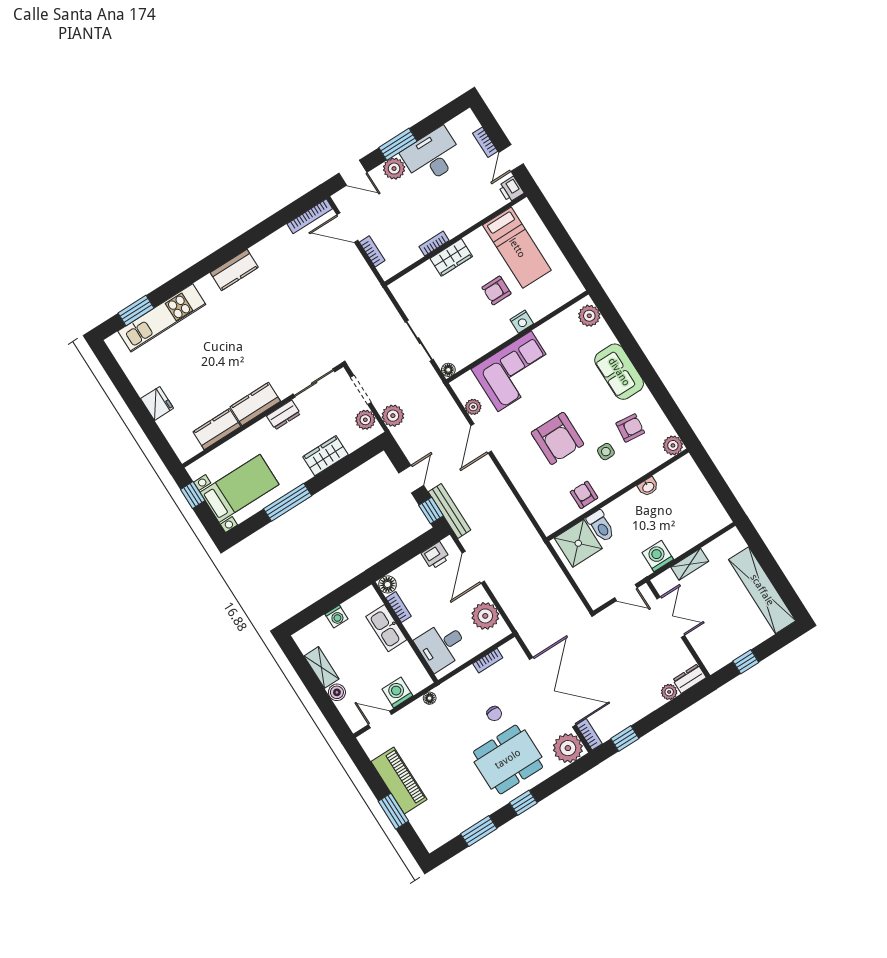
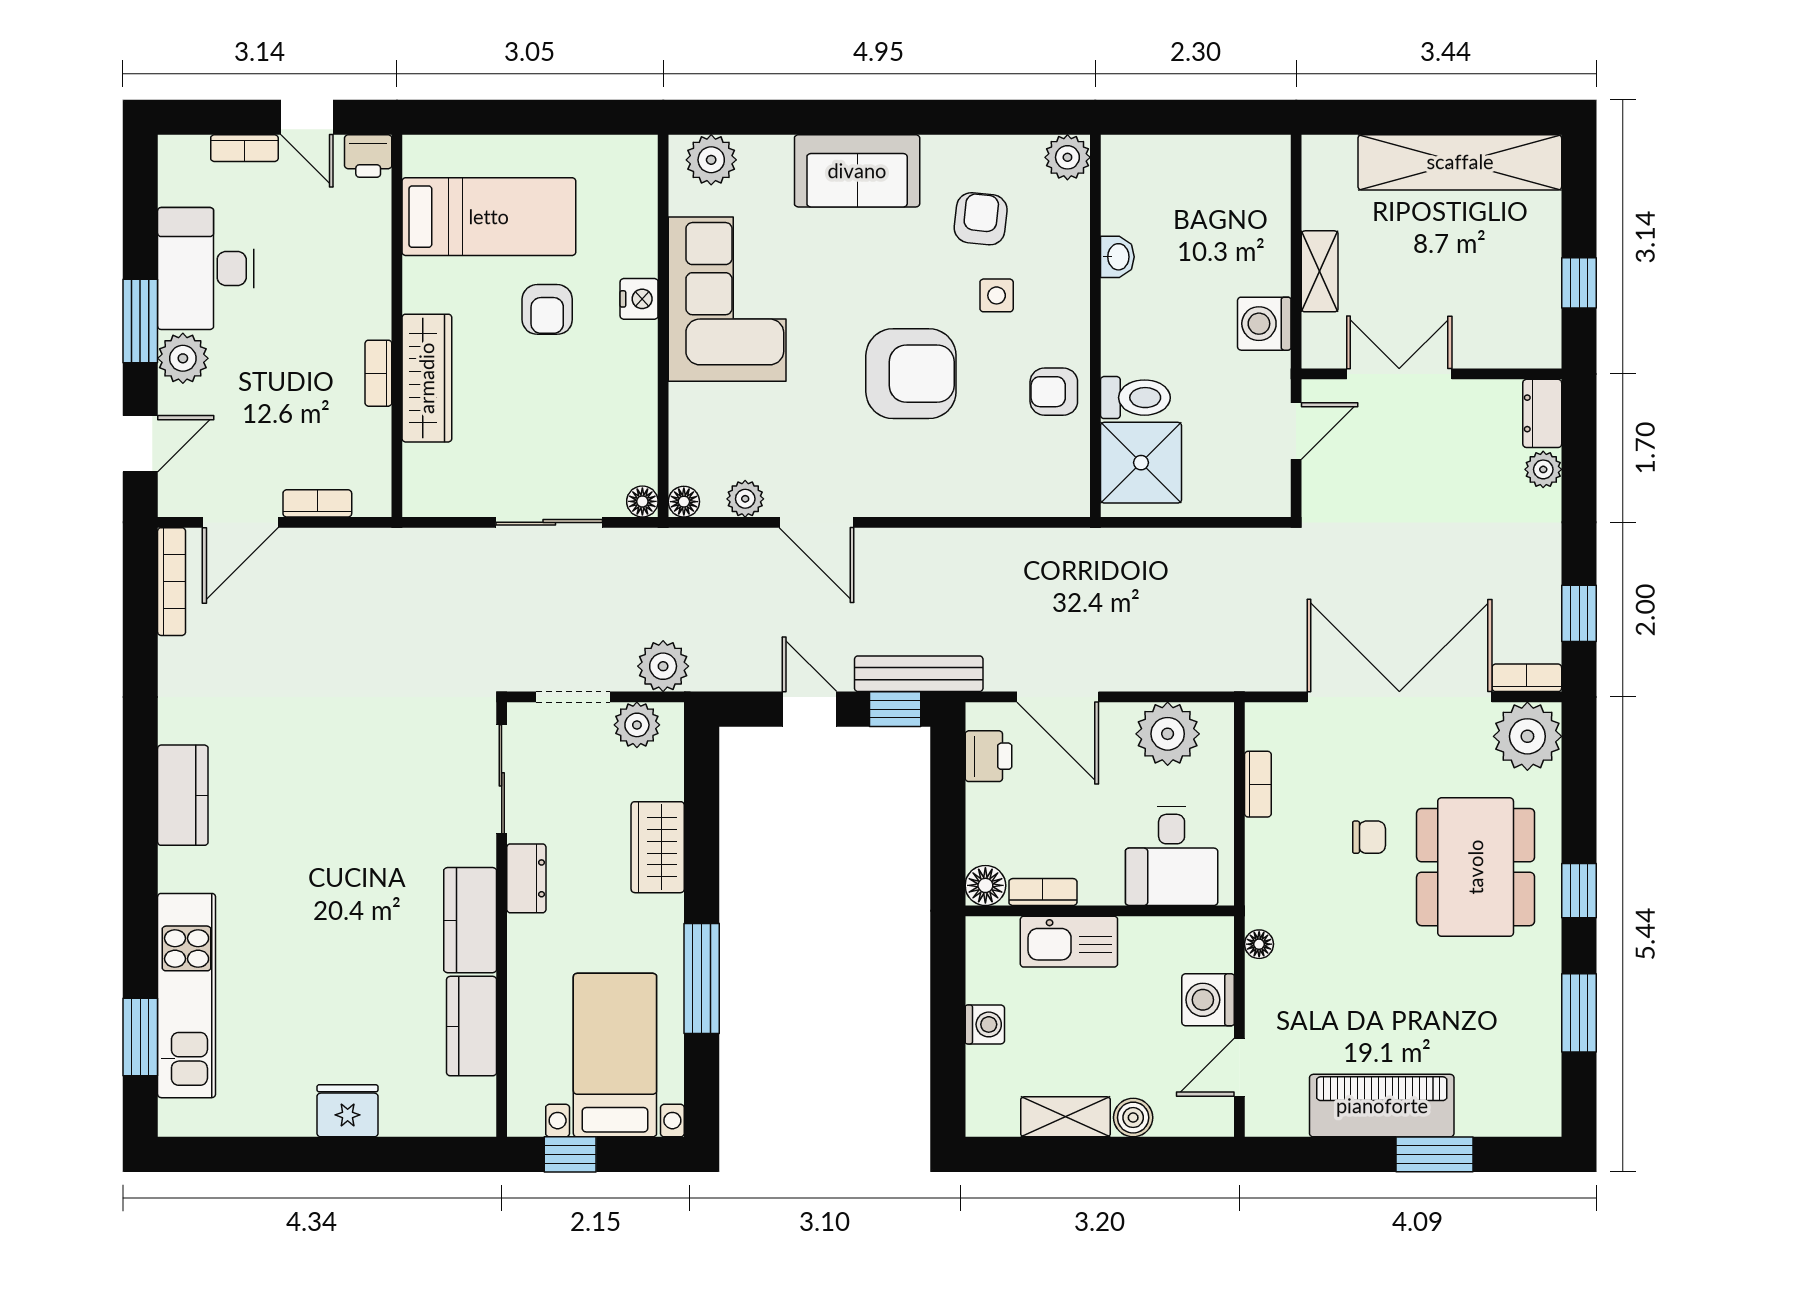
wardrobe: (451, 257) -> (427, 378), width x1.50
corner sofa: (515, 371) -> (727, 299), moved
floor lamp: (458, 385) -> (684, 502), added

